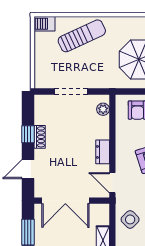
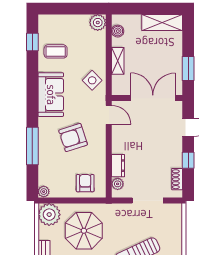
shoe rack: (40, 137) -> (177, 179), moved
dresser: (103, 152) -> (118, 166), moved

